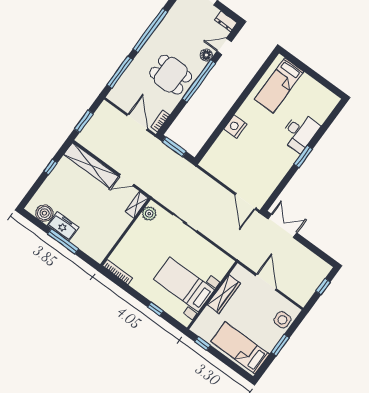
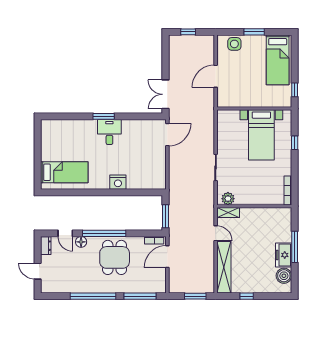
desk: (300, 132) -> (109, 132), moved, width x0.73
wardrobe: (224, 294) -> (247, 101), removed

